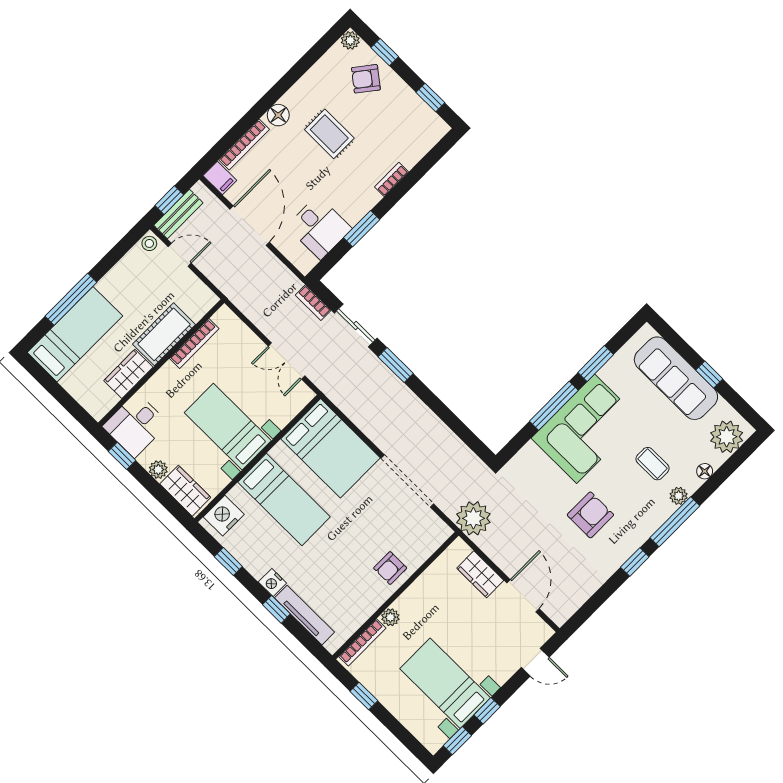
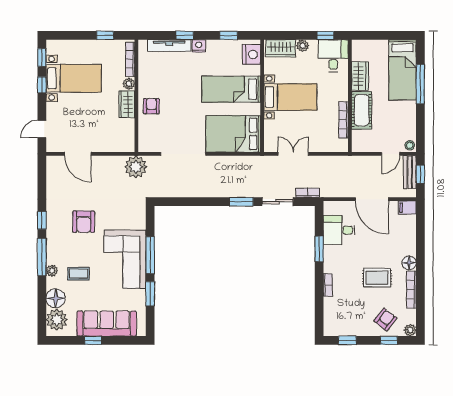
bookcase: (244, 145) -> (411, 290), moved
floor lamp: (705, 471) -> (56, 298), width x1.89, depth x1.89
wardrobe: (480, 574) -> (127, 104), moved, turned -90

